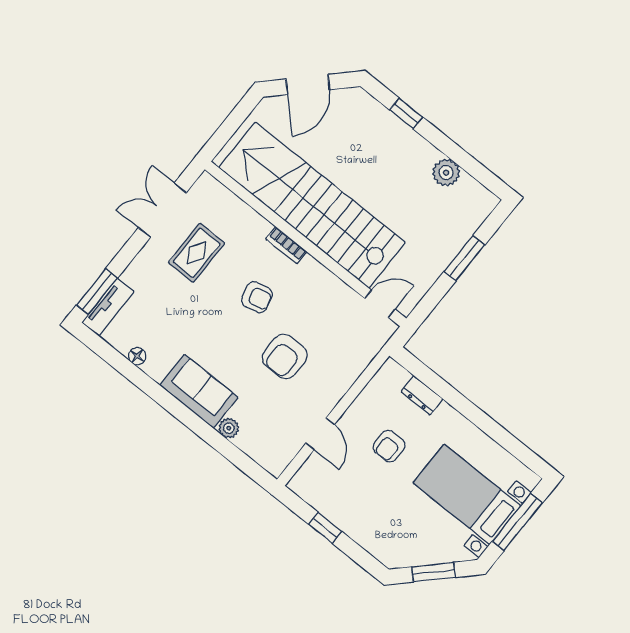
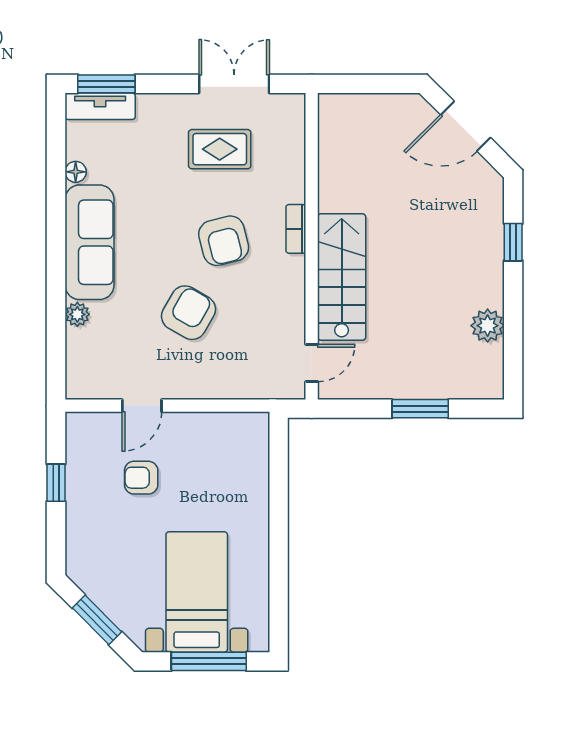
stairs: (312, 205) -> (342, 277), width x0.54, depth x0.66
armchair: (257, 297) -> (224, 241), width x1.38, depth x1.38
door: (380, 304) -> (312, 363), hinge flipped
armchair: (285, 356) -> (188, 313), turned 120
sofa: (199, 391) -> (89, 242), width x1.36
dresser: (422, 395) -> (257, 473), removed
armchair: (389, 446) -> (141, 478), moved

